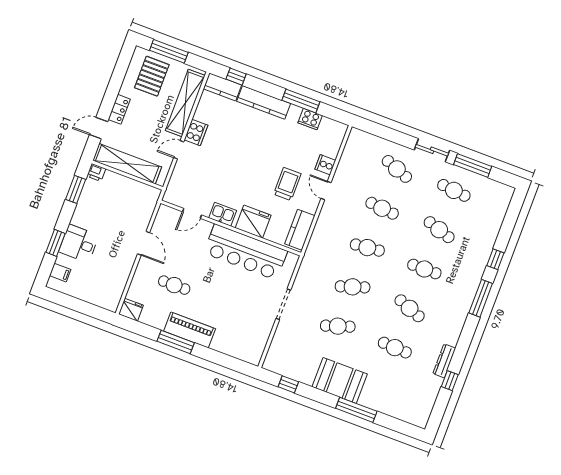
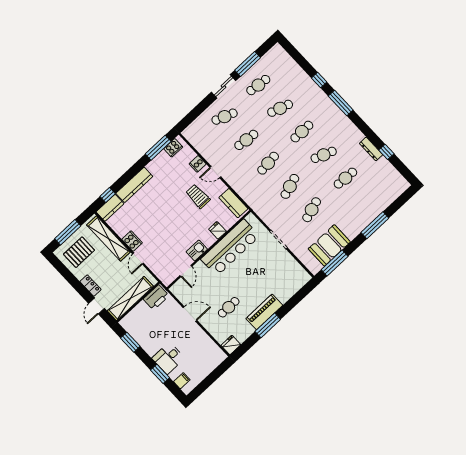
pallet: (152, 76) -> (79, 252), turned 90
window: (301, 101) -> (158, 148), moved
cooker: (310, 119) -> (173, 148), moved
printer: (96, 172) -> (156, 297), moved, width x1.87, depth x1.48
fridge: (253, 222) -> (217, 230), width x0.53, depth x0.75
booth: (340, 380) -> (329, 245), moved
window: (288, 384) -> (335, 263), width x2.17

